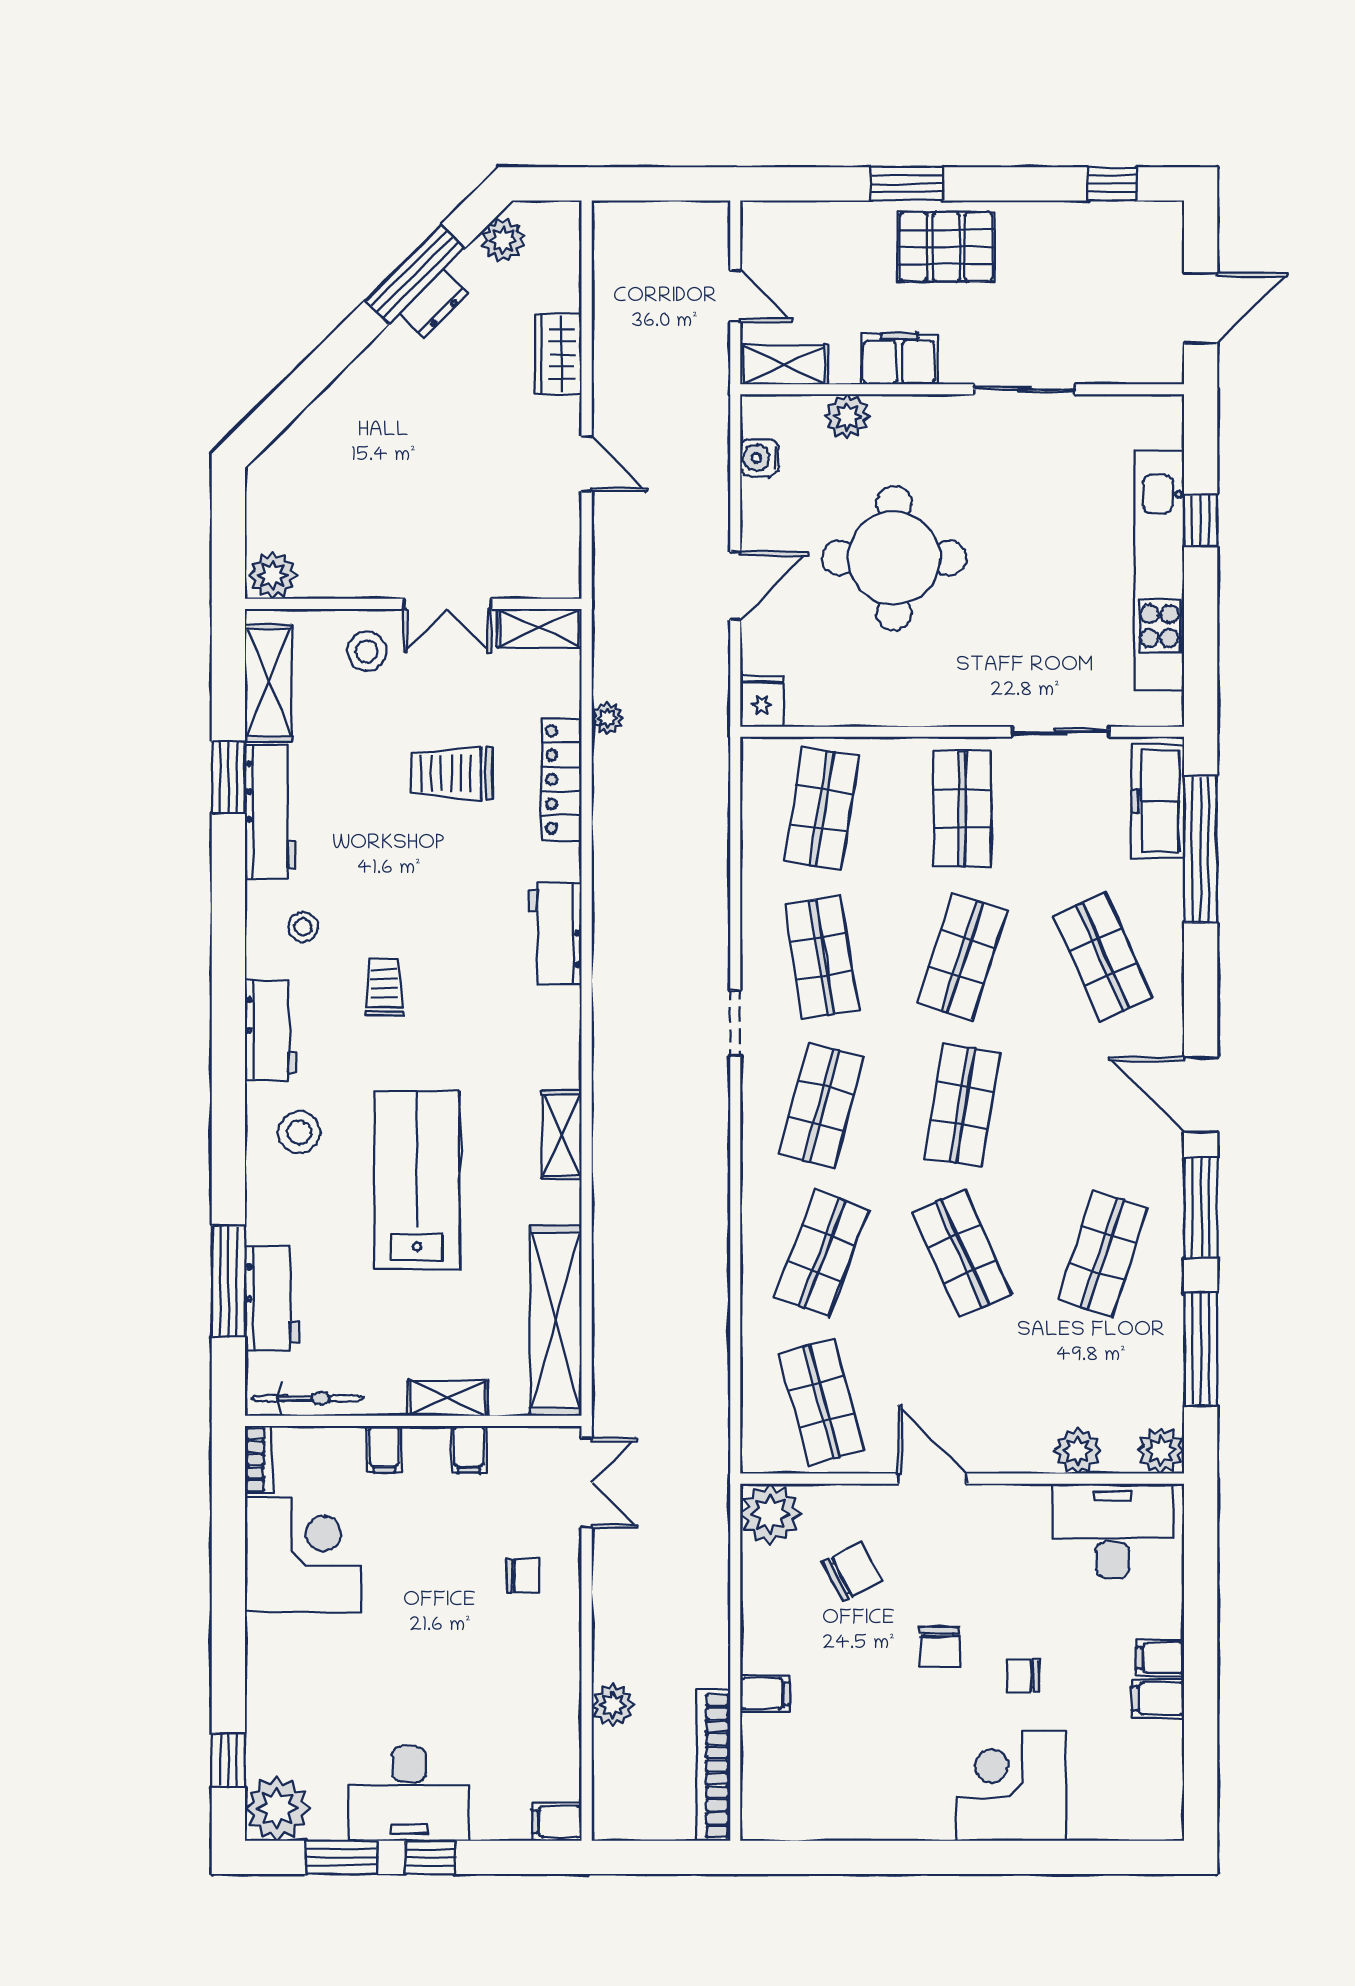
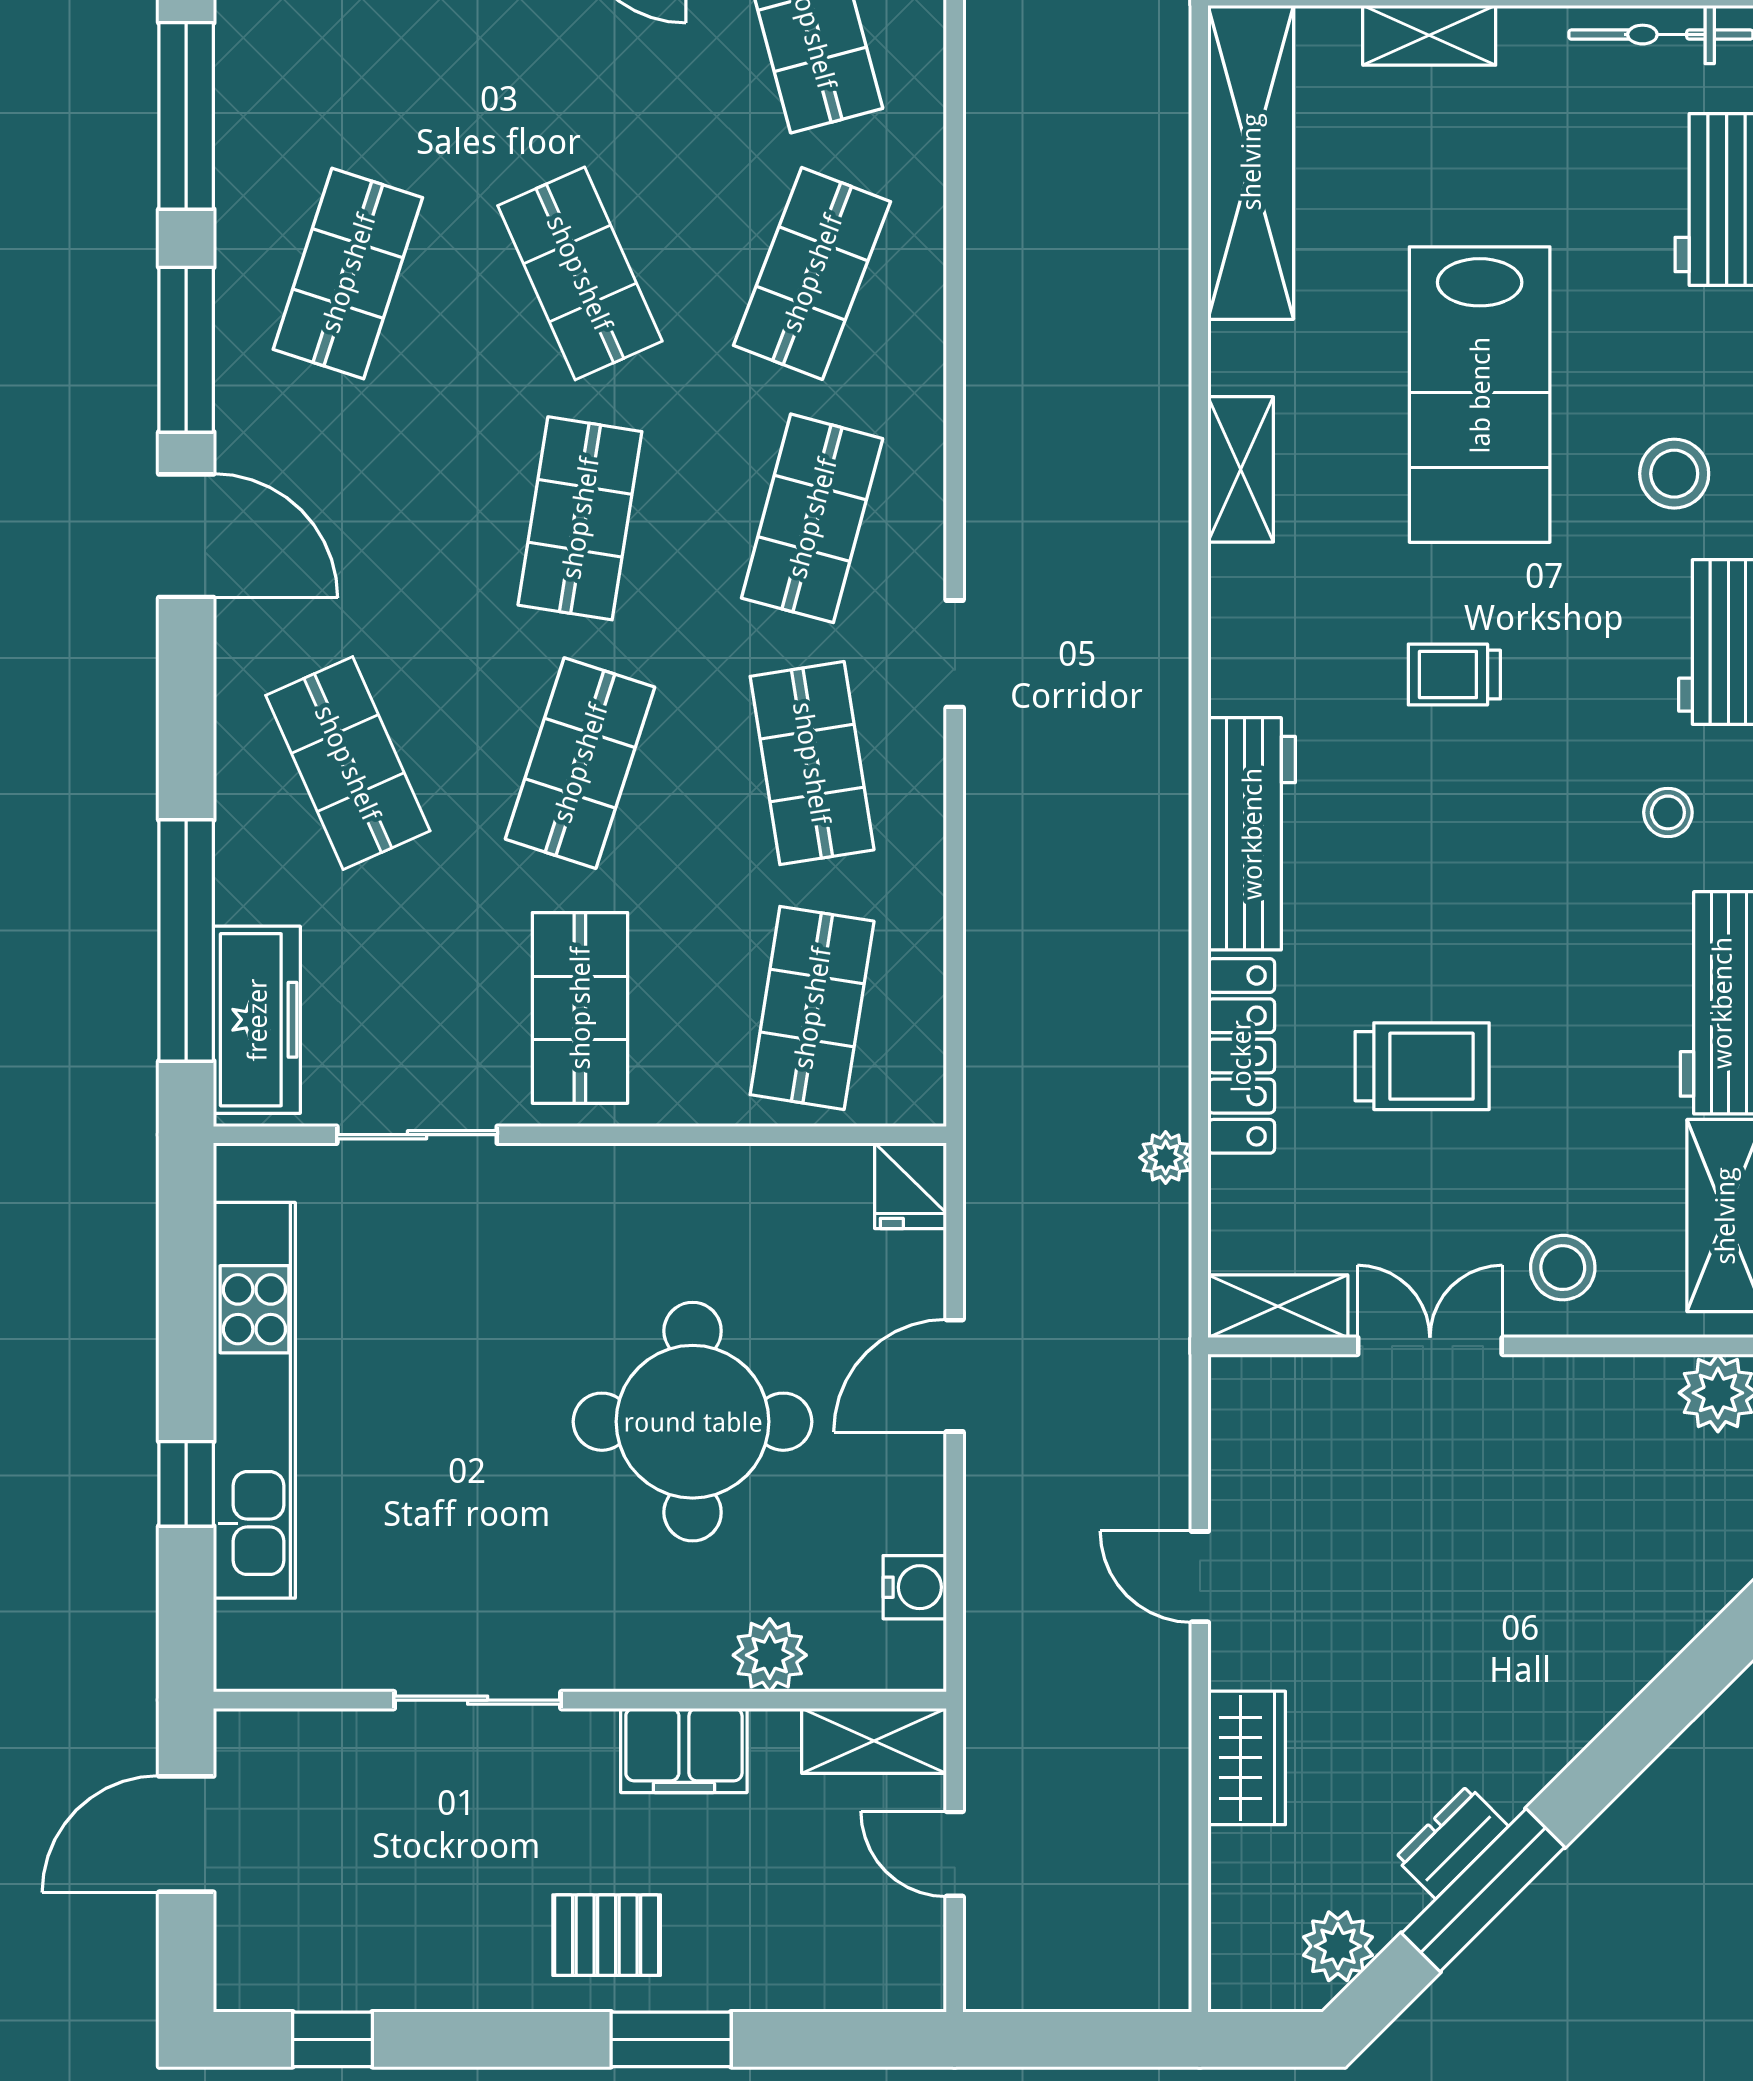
pallet: (946, 247) -> (607, 1935), width x0.67, depth x0.71
workbench: (555, 933) -> (1252, 834), width x1.38
trolley: (384, 988) -> (1454, 675), moved, turned 90

